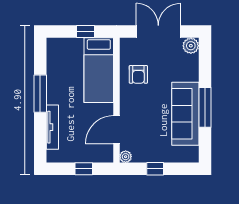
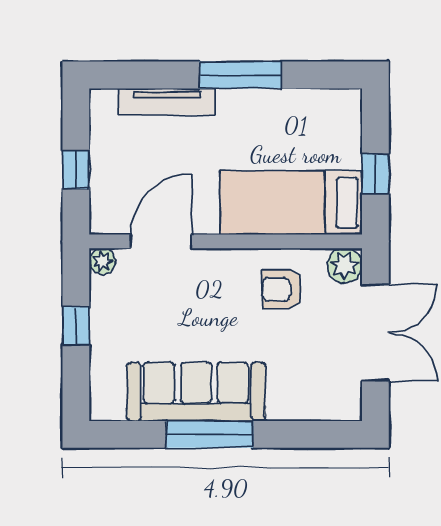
plant: (191, 46) -> (345, 266), moved
door: (116, 130) -> (161, 241), hinge flipped

